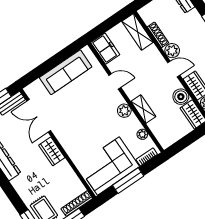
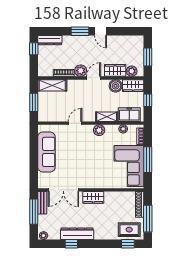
window: (107, 25) -> (34, 102), added
freezer: (105, 49) -> (129, 115), moved
window: (189, 139) -> (148, 100), added

